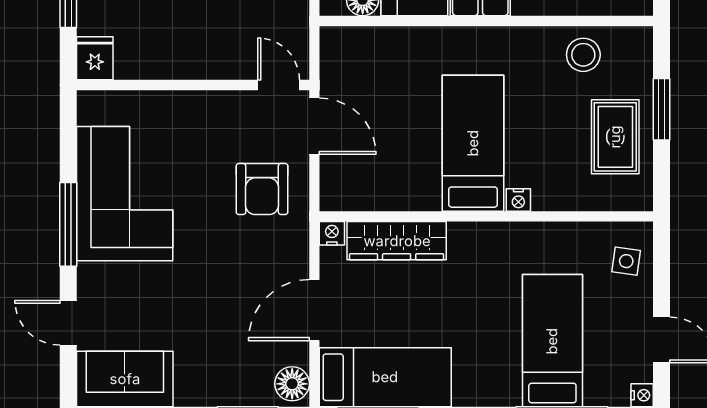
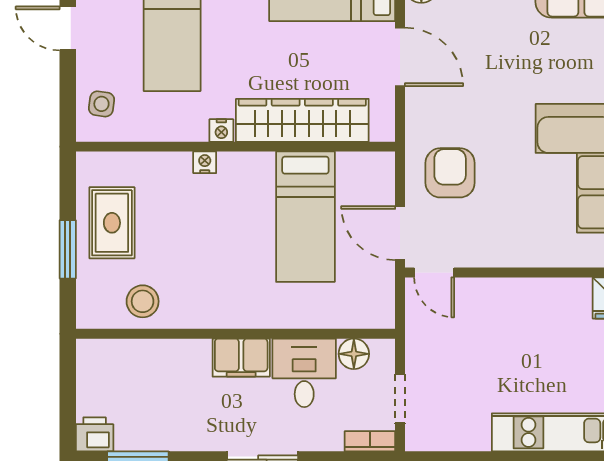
bed: (473, 143) -> (305, 217), moved
nightstand: (332, 233) -> (221, 130), moved
wardrobe: (397, 241) -> (302, 120), width x1.40, depth x1.17
door: (314, 310) -> (400, 57), hinge flipped

